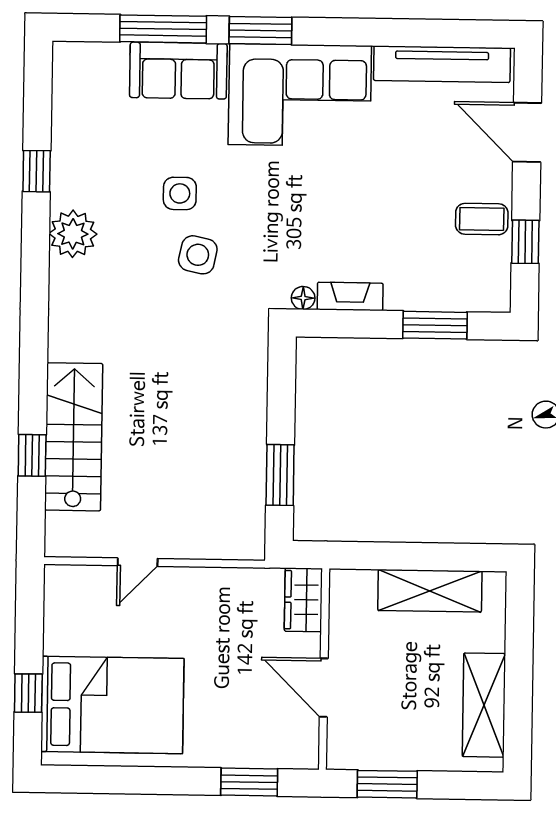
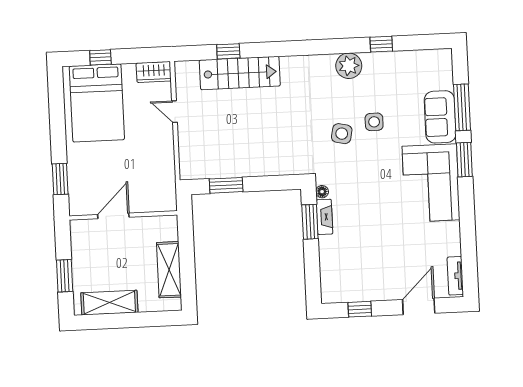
tv unit: (442, 64) -> (455, 276), width x0.52, depth x0.78
coffee table: (482, 219) -> (371, 285), removed
window: (435, 325) -> (310, 222), moved
wardrobe: (303, 600) -> (154, 72), moved, turned 180
window: (387, 784) -> (65, 276), moved

